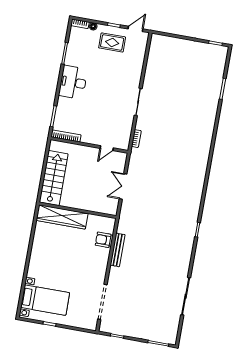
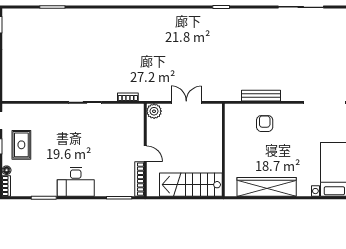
door: (107, 148) -> (145, 154), moved
plant: (120, 158) -> (154, 111), added
double door: (123, 186) -> (186, 102), swing flipped
wardrobe: (62, 217) -> (267, 187), moved, turned -90
armchair: (103, 240) -> (265, 124), moved, turned 180

